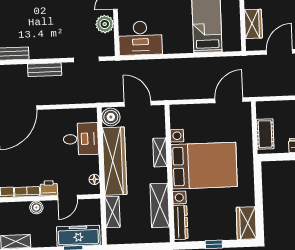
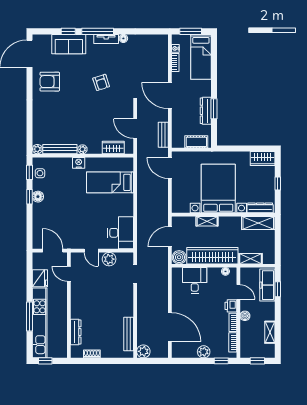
bench: (45, 70) -> (163, 135), moved
shelving: (160, 205) -> (258, 223), moved

